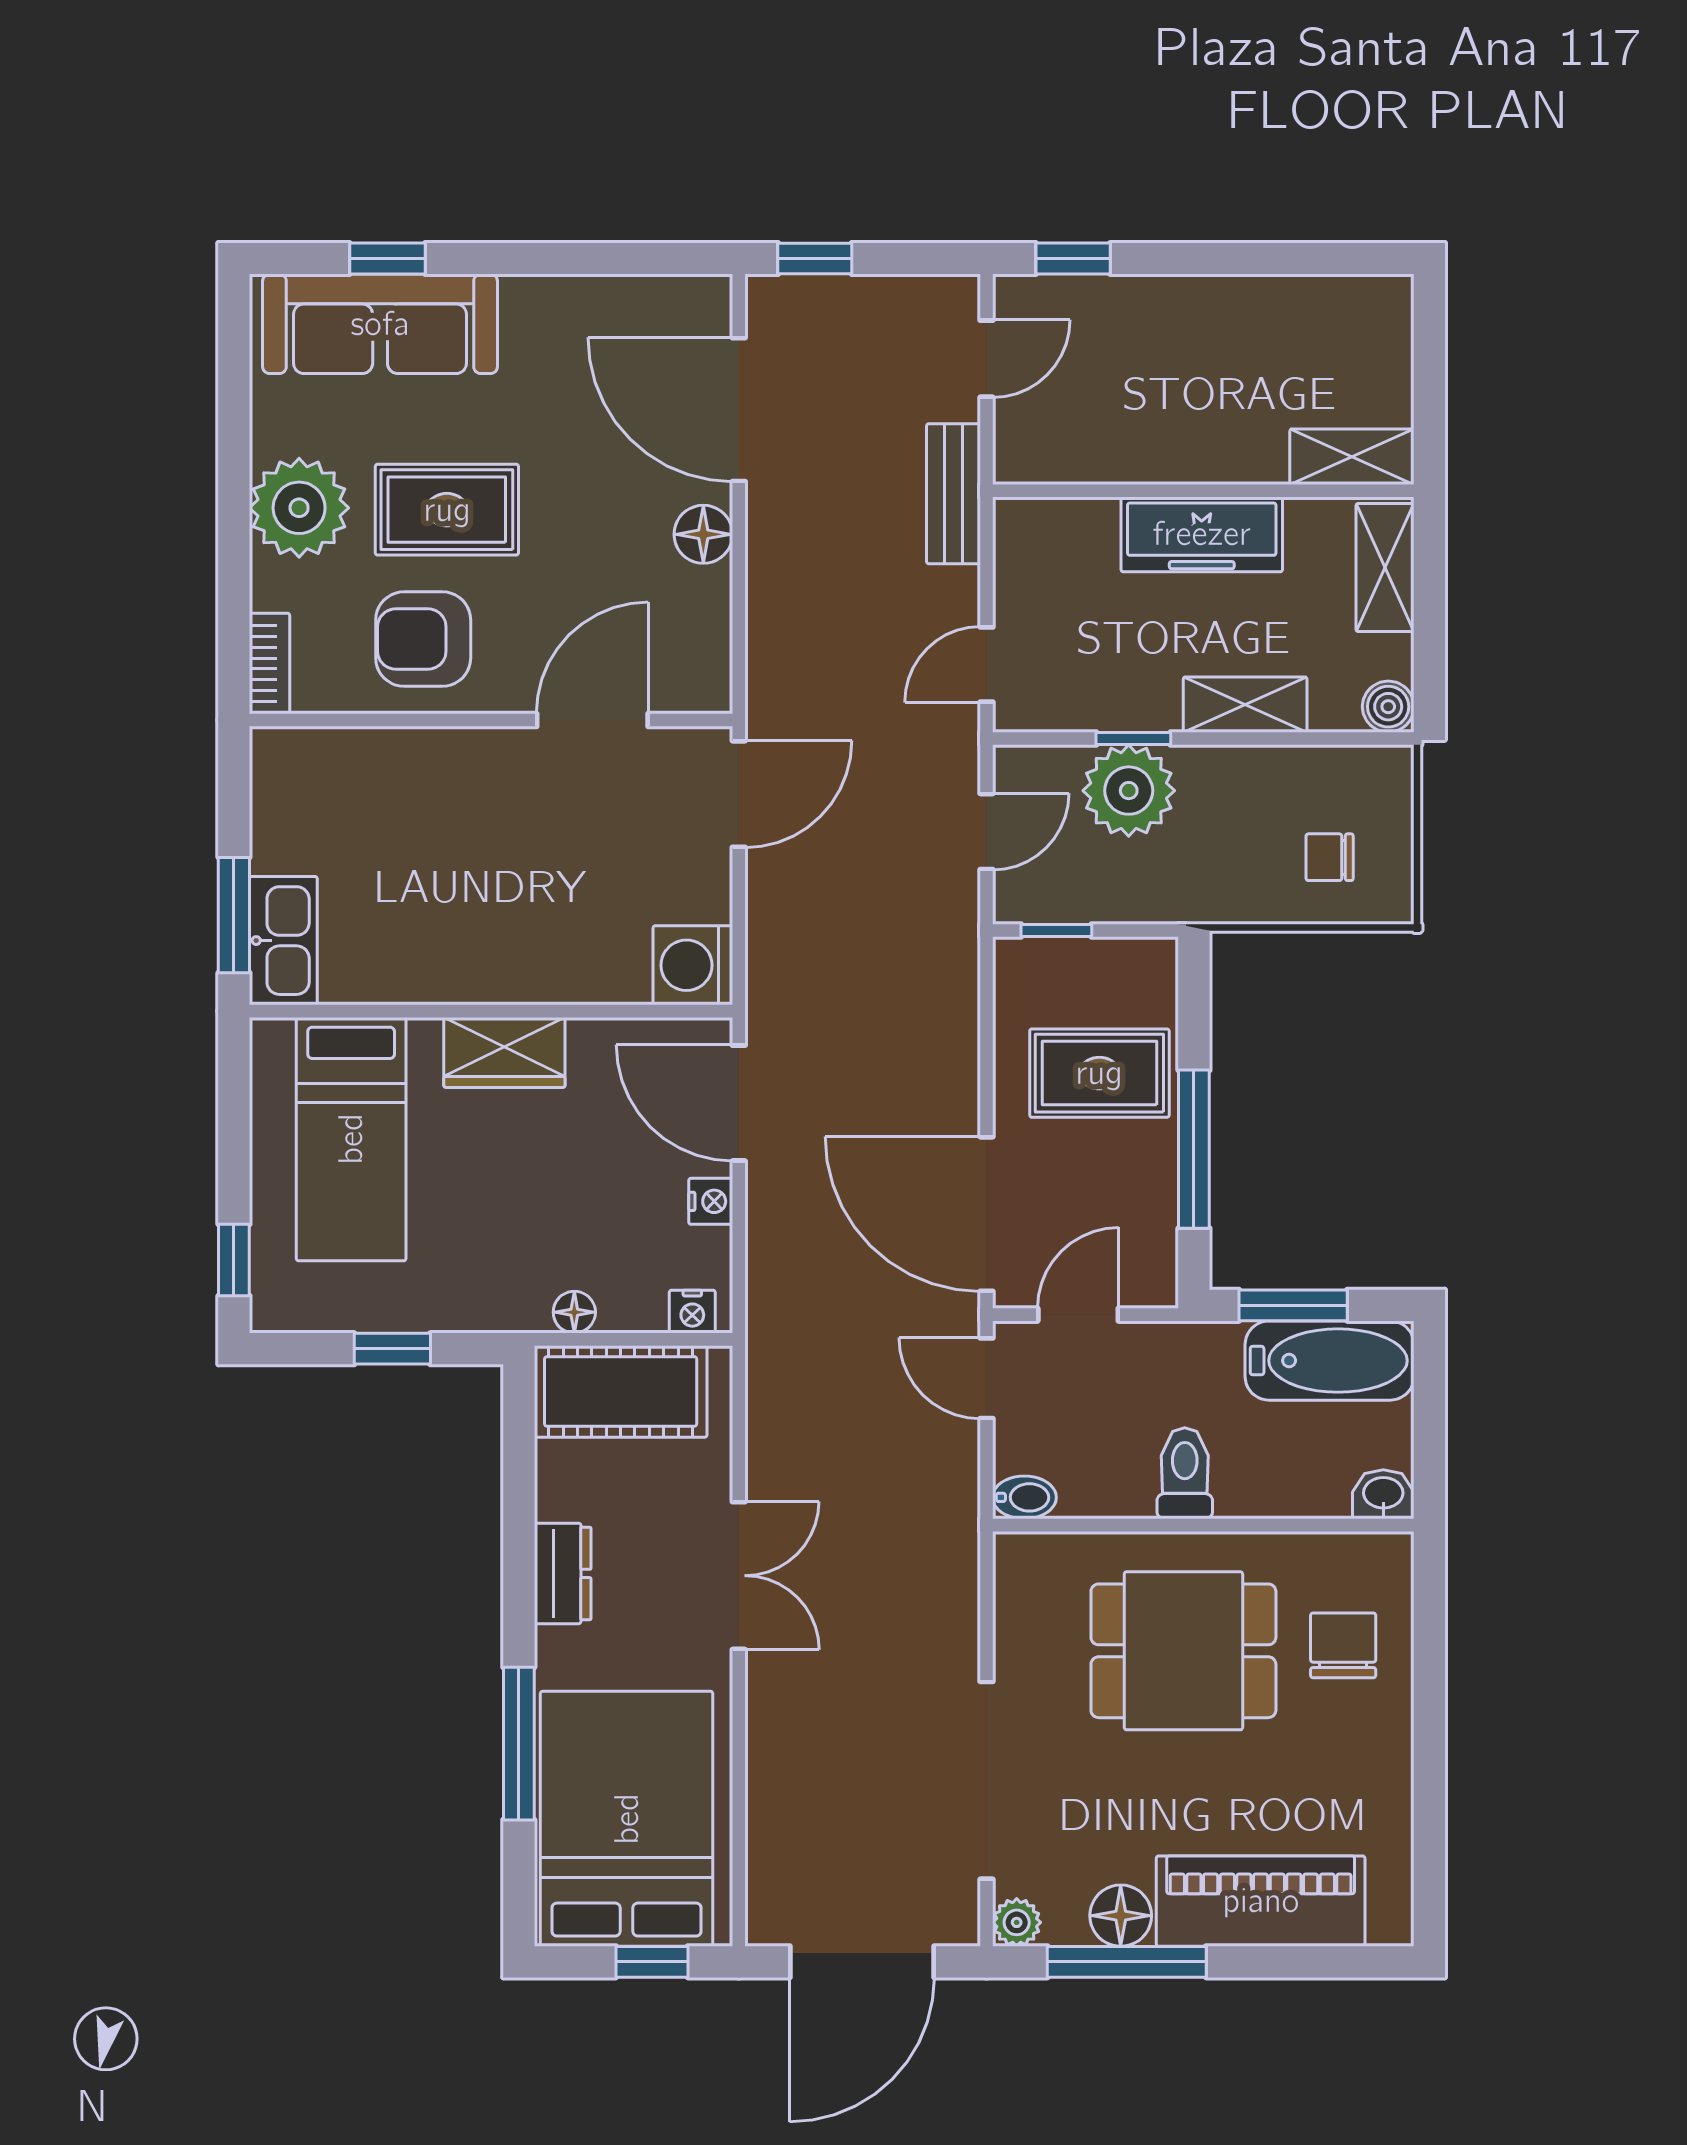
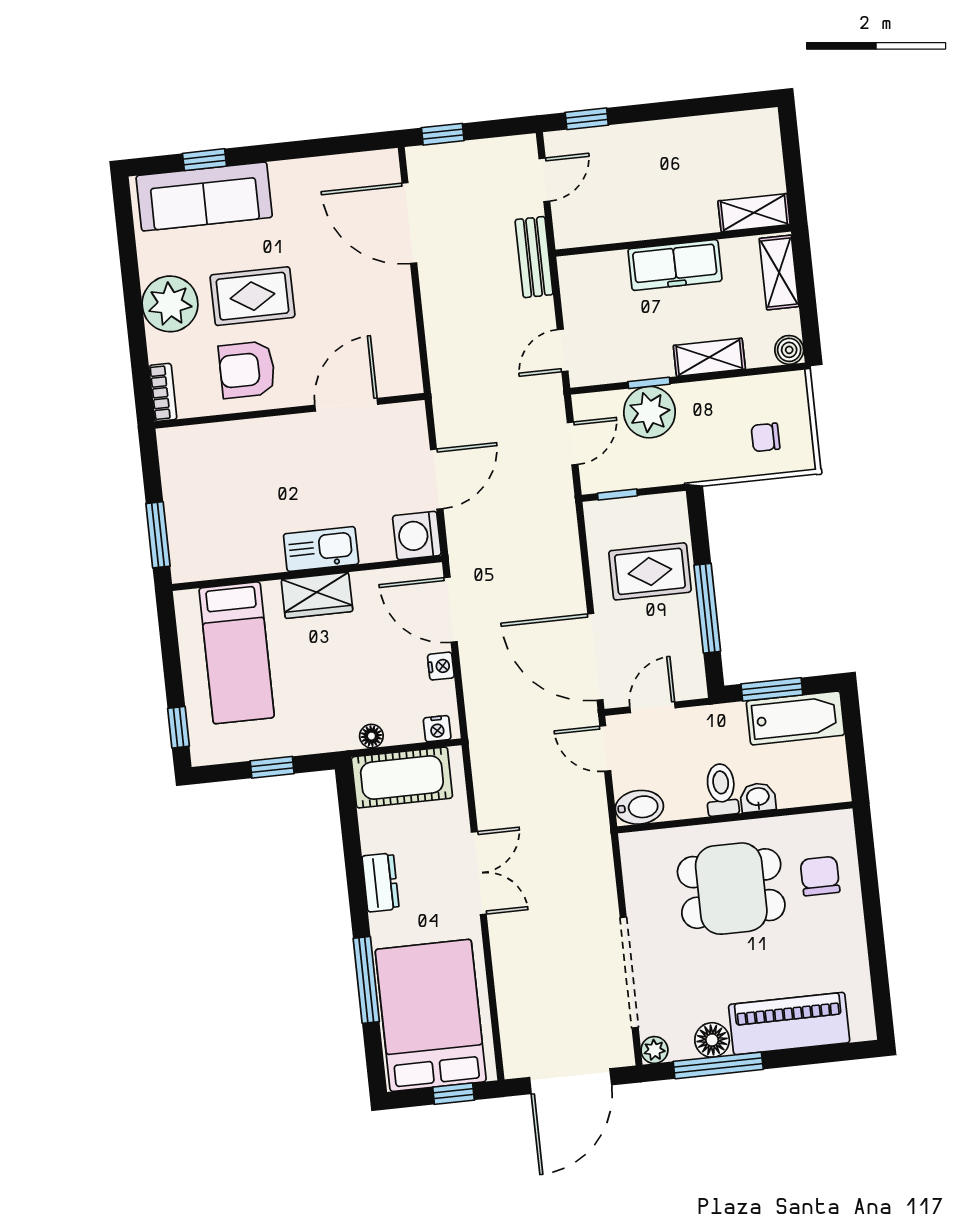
floor lamp: (703, 534) -> (397, 295), removed
door: (739, 794) -> (437, 479), moved
kitchen sink: (283, 941) -> (321, 549), moved, turned -90
washbasin: (1383, 1494) -> (758, 797), moved
bidet: (1024, 1497) -> (639, 807), width x1.38, depth x1.36

